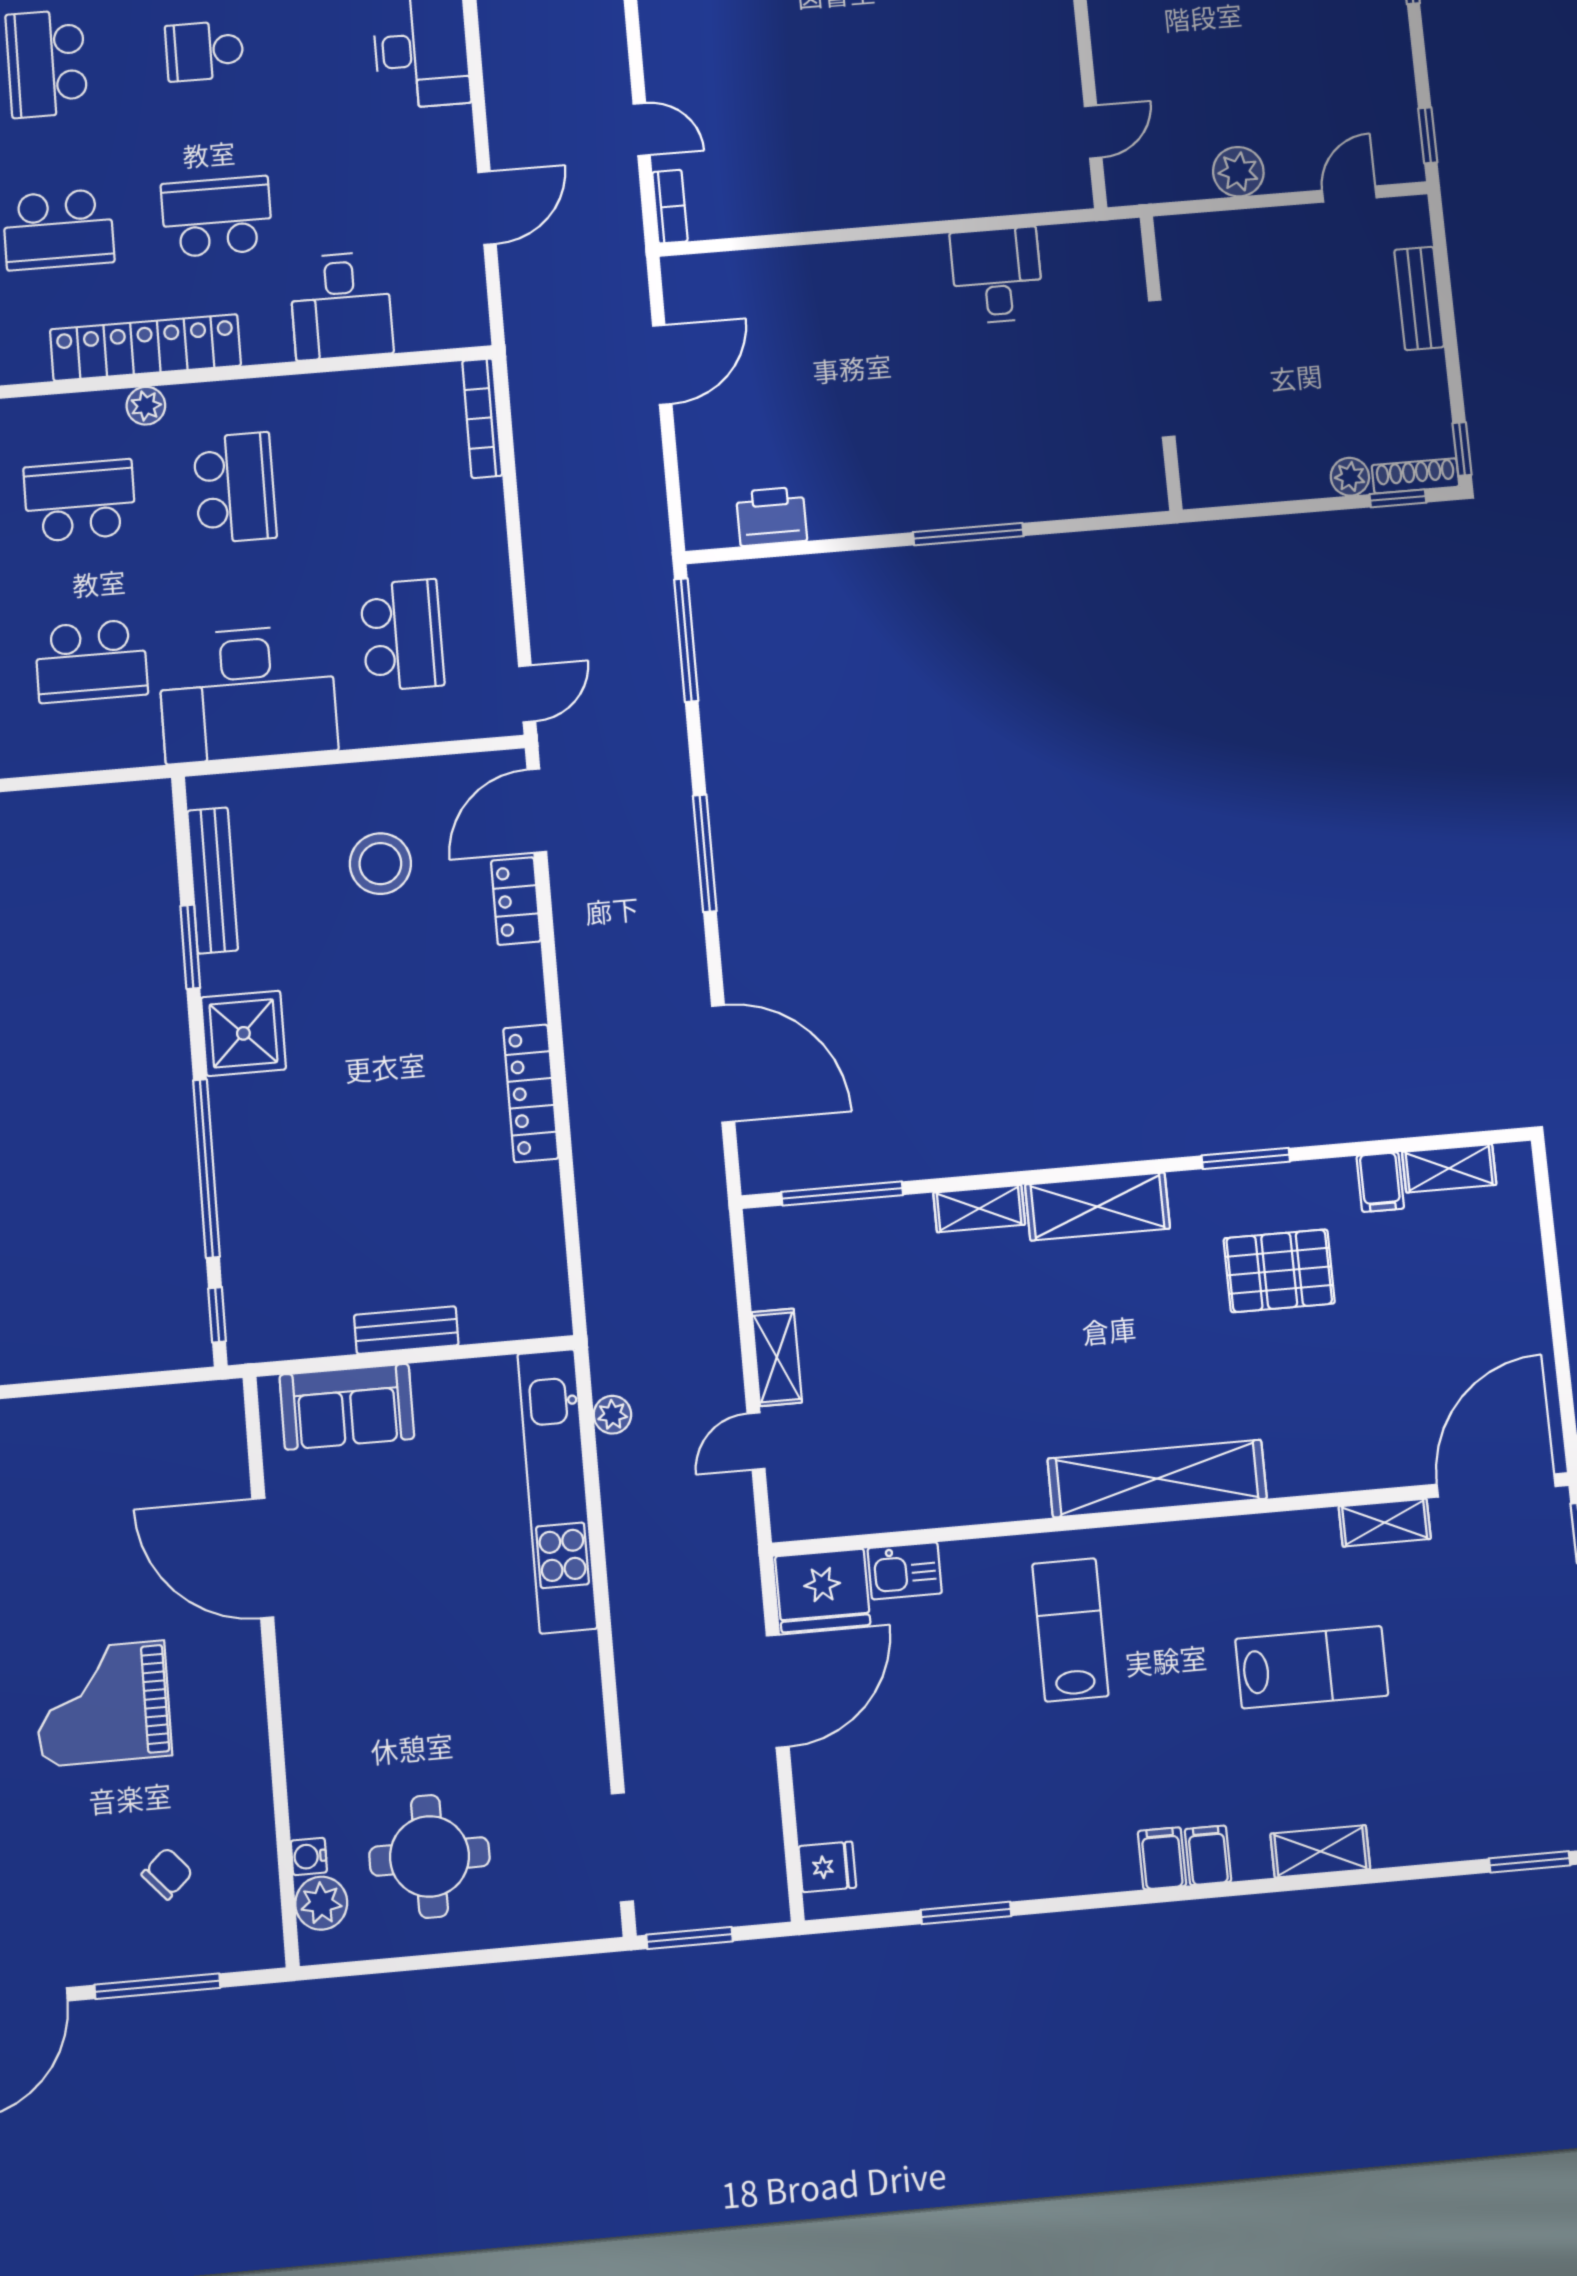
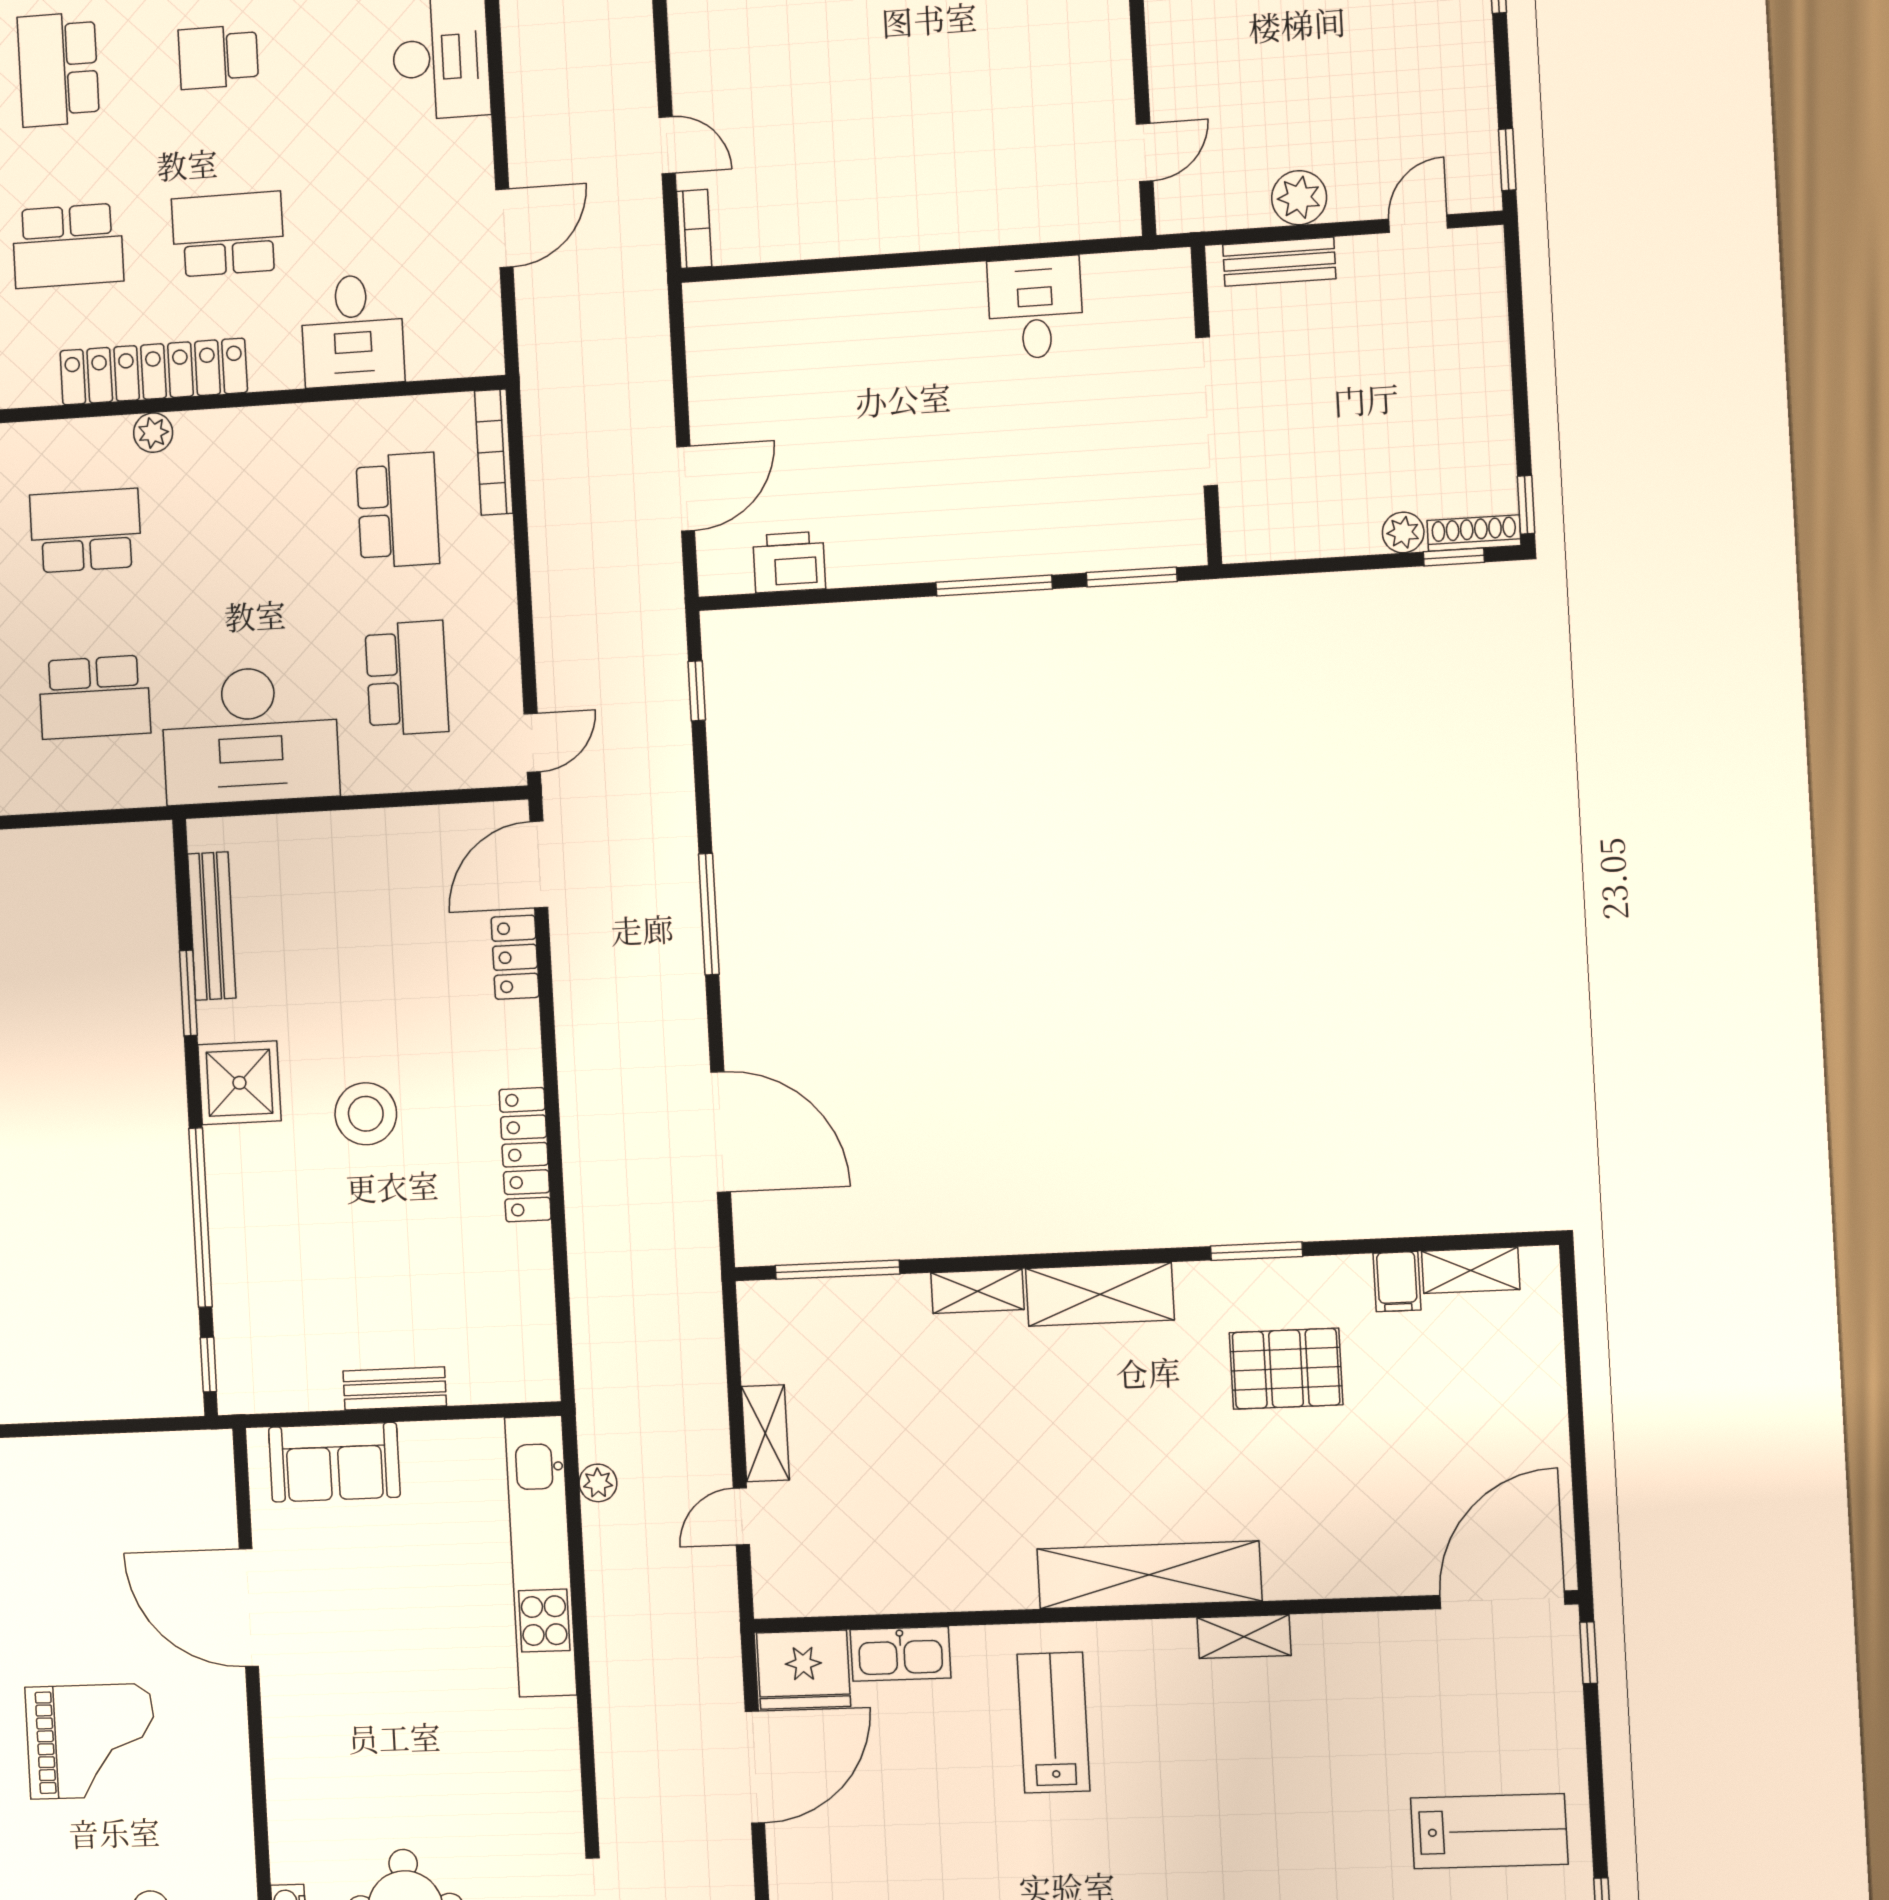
bench: (1419, 298) -> (1279, 262), moved, turned 90
door: (662, 365) -> (686, 489), moved
school desk: (235, 488) -> (398, 510), moved
window: (1098, 523) -> (1132, 577), added
window: (686, 640) -> (697, 691), width x0.46
stool: (380, 864) -> (366, 1114), moved
shelving: (1385, 1523) -> (1244, 1637), moved
kitchen sink: (905, 1571) -> (901, 1654), width x1.38
lab bench: (1312, 1667) -> (1489, 1831), moved
grand piano: (103, 1704) -> (91, 1741), turned 180

